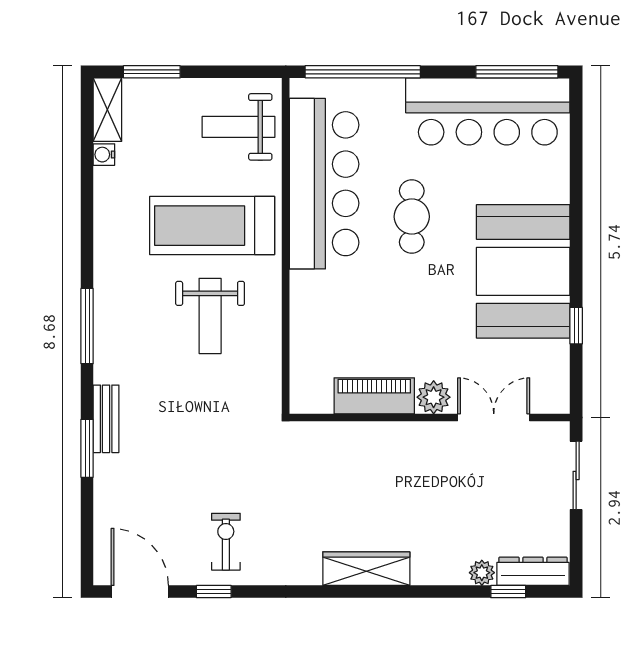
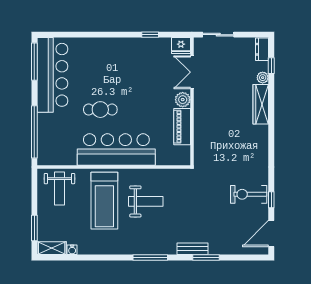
bar counter: (324, 184) -> (116, 150), moved
booth: (523, 271) -> (125, 59), removed
fridge: (552, 393) -> (181, 45), added
exercise bike: (226, 542) -> (249, 194), width x1.38, depth x1.39
wardrobe: (366, 569) -> (261, 104), moved
dresser: (533, 571) -> (262, 49), width x0.70

